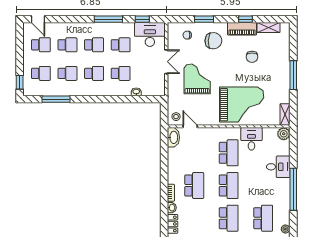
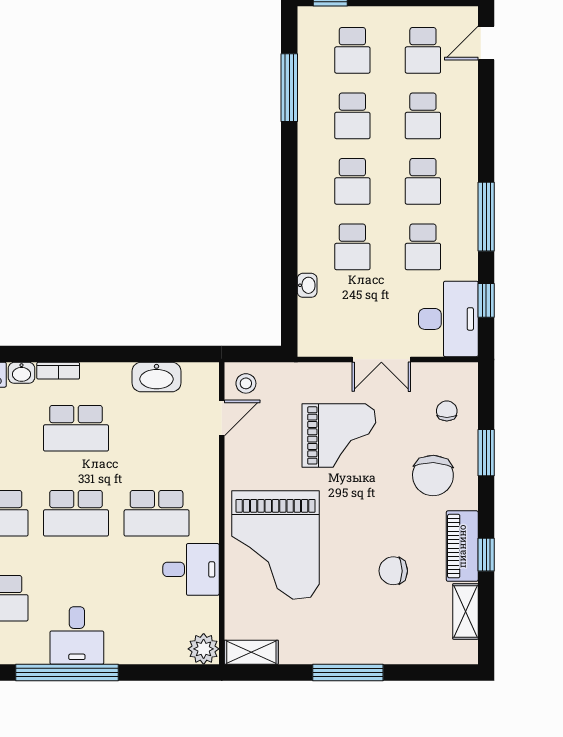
washbasin: (173, 137) -> (156, 377), moved
desk: (278, 167) -> (77, 635), moved

